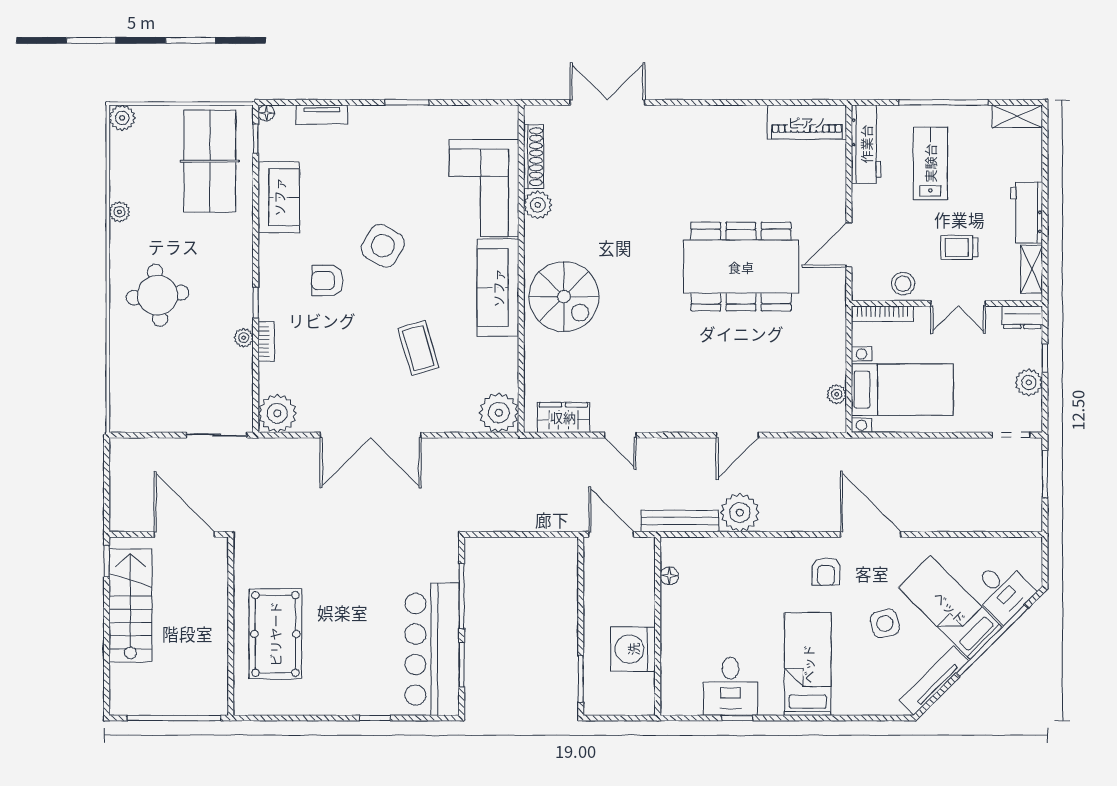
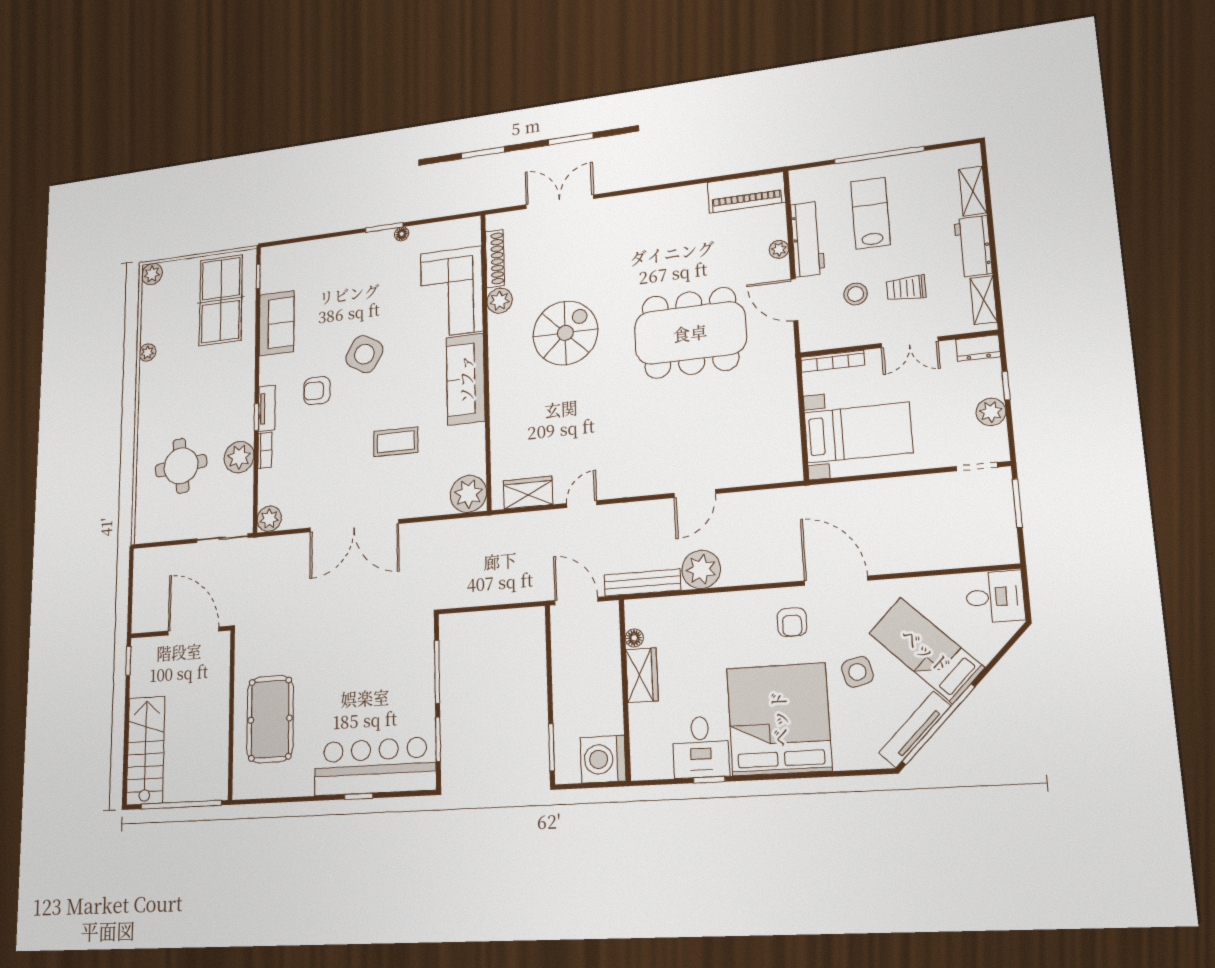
floor lamp: (266, 113) -> (402, 234), moved
tv unit: (322, 115) -> (267, 408), moved, turned -90
shelving: (1017, 116) -> (973, 191), moved, turned 90
workbench: (866, 144) -> (807, 239), moved
door: (849, 245) -> (794, 300), hinge flipped
stool: (903, 284) -> (856, 294), moved
round table: (158, 295) -> (181, 466), moved
spiral stairs: (564, 297) -> (565, 333), moved, turned -90
plant: (244, 338) -> (239, 457), width x1.88, depth x1.88
coffee table: (418, 348) -> (396, 442), turned -74
plant: (837, 394) -> (779, 249), moved
plant: (277, 413) -> (269, 519), width x0.73, depth x0.73
door: (620, 435) -> (582, 504), swing flipped
desk: (1002, 591) -> (995, 597), moved, turned -45
stairs: (130, 605) -> (146, 750), moved
wardrobe: (675, 613) -> (642, 675), added
window: (992, 641) -> (938, 724), moved
bar counter: (432, 649) -> (375, 766), moved, turned 90
washing machine: (633, 649) -> (603, 759), moved
bed: (808, 664) -> (779, 719), width x2.04

